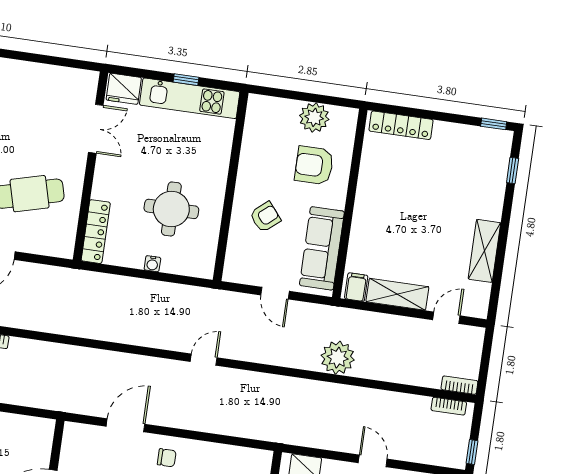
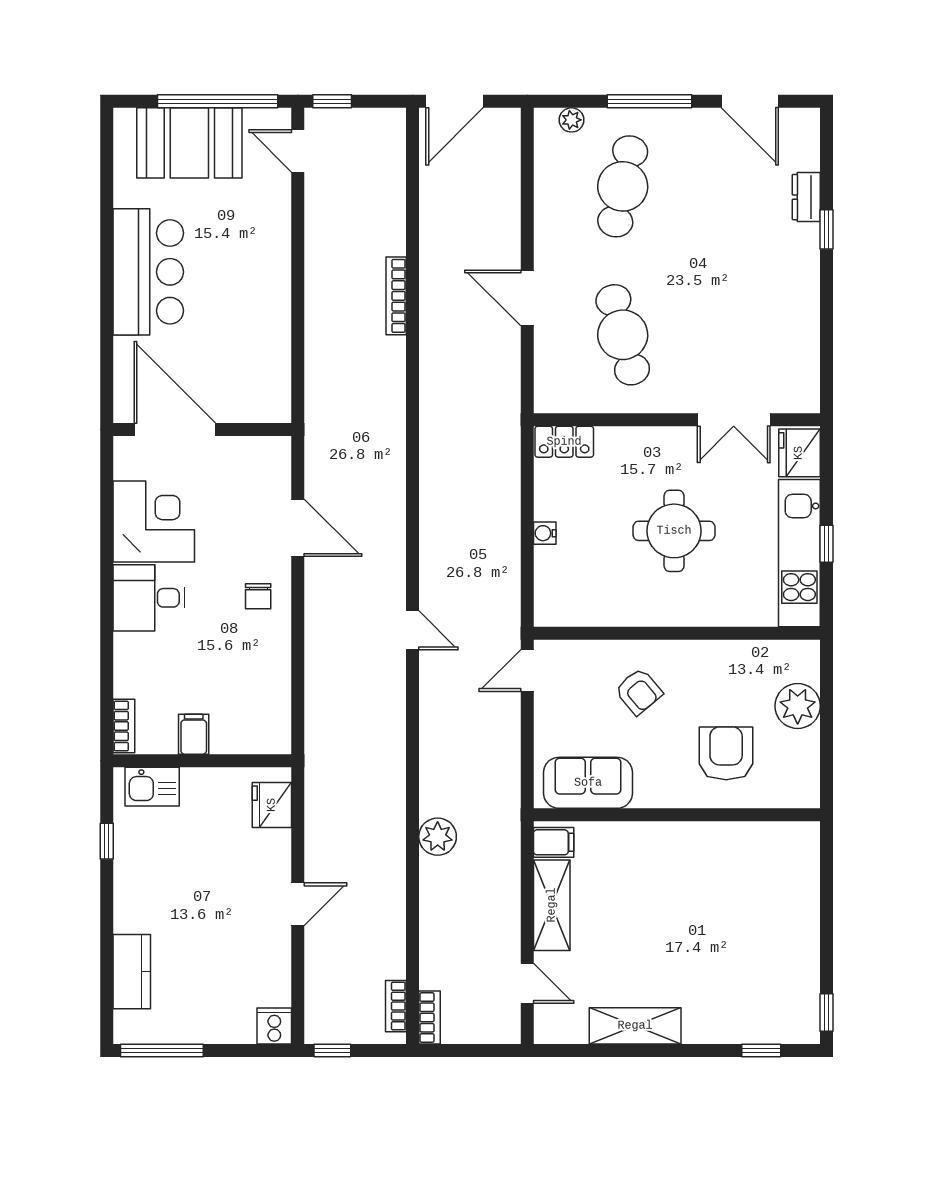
plant: (314, 117) -> (798, 706), moved
locker: (401, 125) -> (805, 874), removed
round table: (171, 209) -> (674, 531), moved
locker: (96, 232) -> (564, 442), width x0.66
sofa: (322, 248) -> (588, 783), width x0.73
door: (275, 293) -> (527, 671), moved
plant: (338, 358) -> (438, 837), width x0.73, depth x0.73

